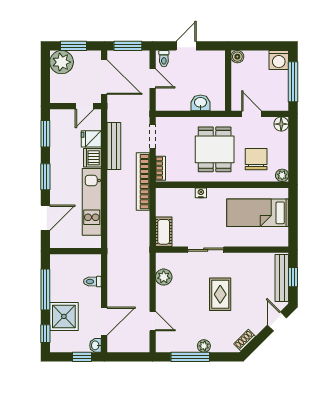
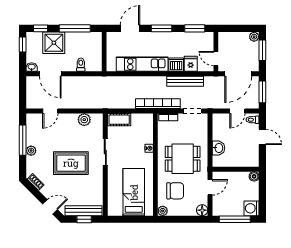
plant: (62, 62) -> (254, 37), width x0.53, depth x0.53
door: (45, 218) -> (130, 28), swing flipped
rug: (220, 294) -> (71, 163), width x1.36, depth x1.43
window: (82, 357) -> (23, 45), moved

